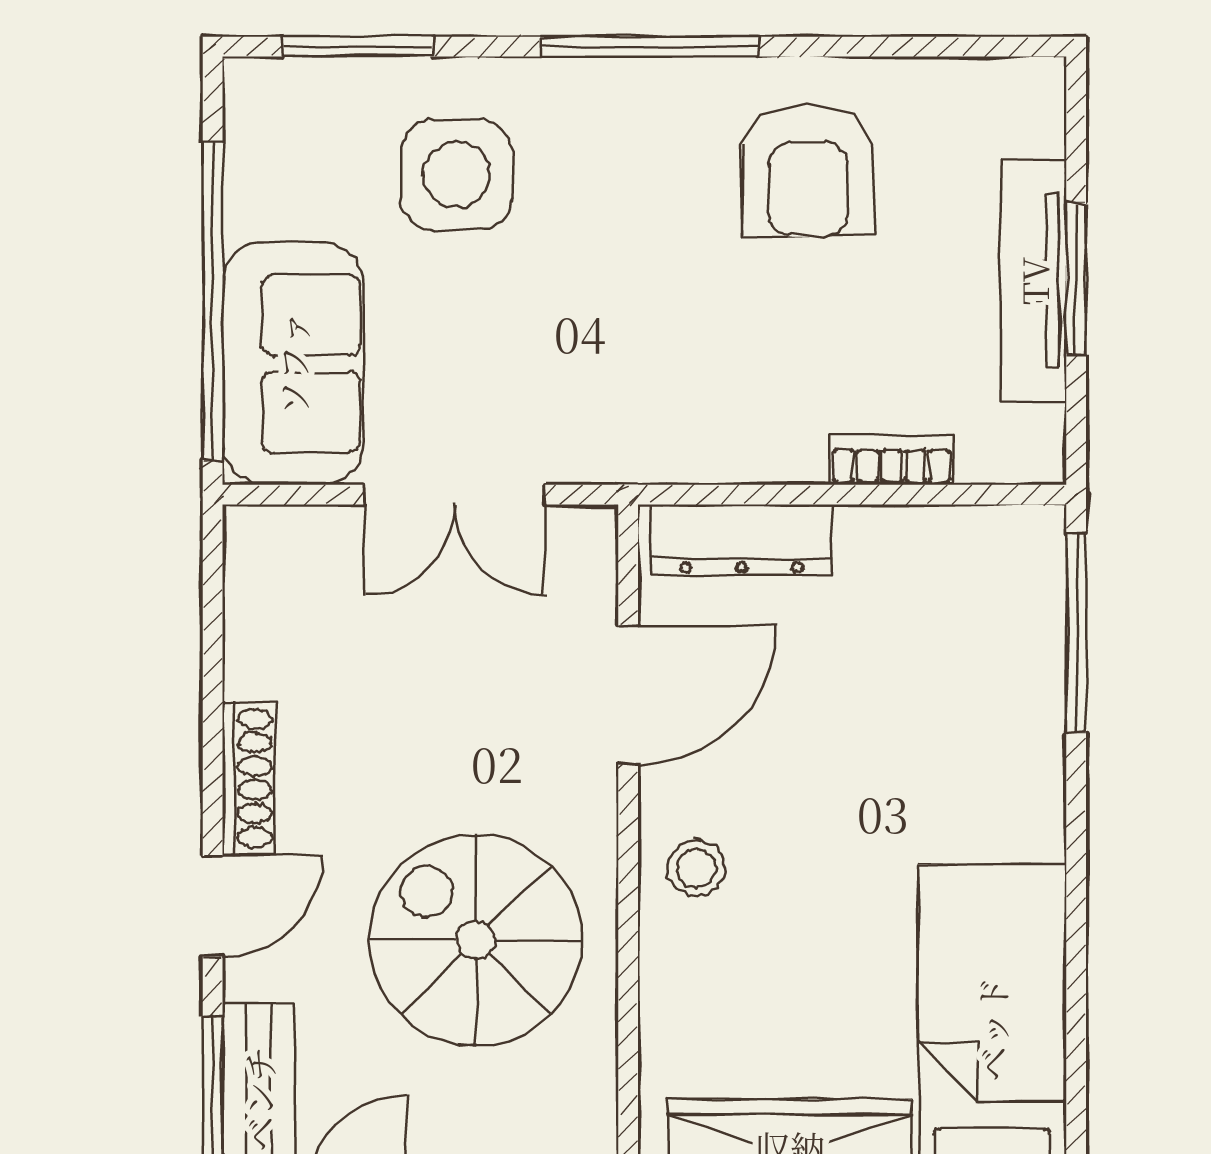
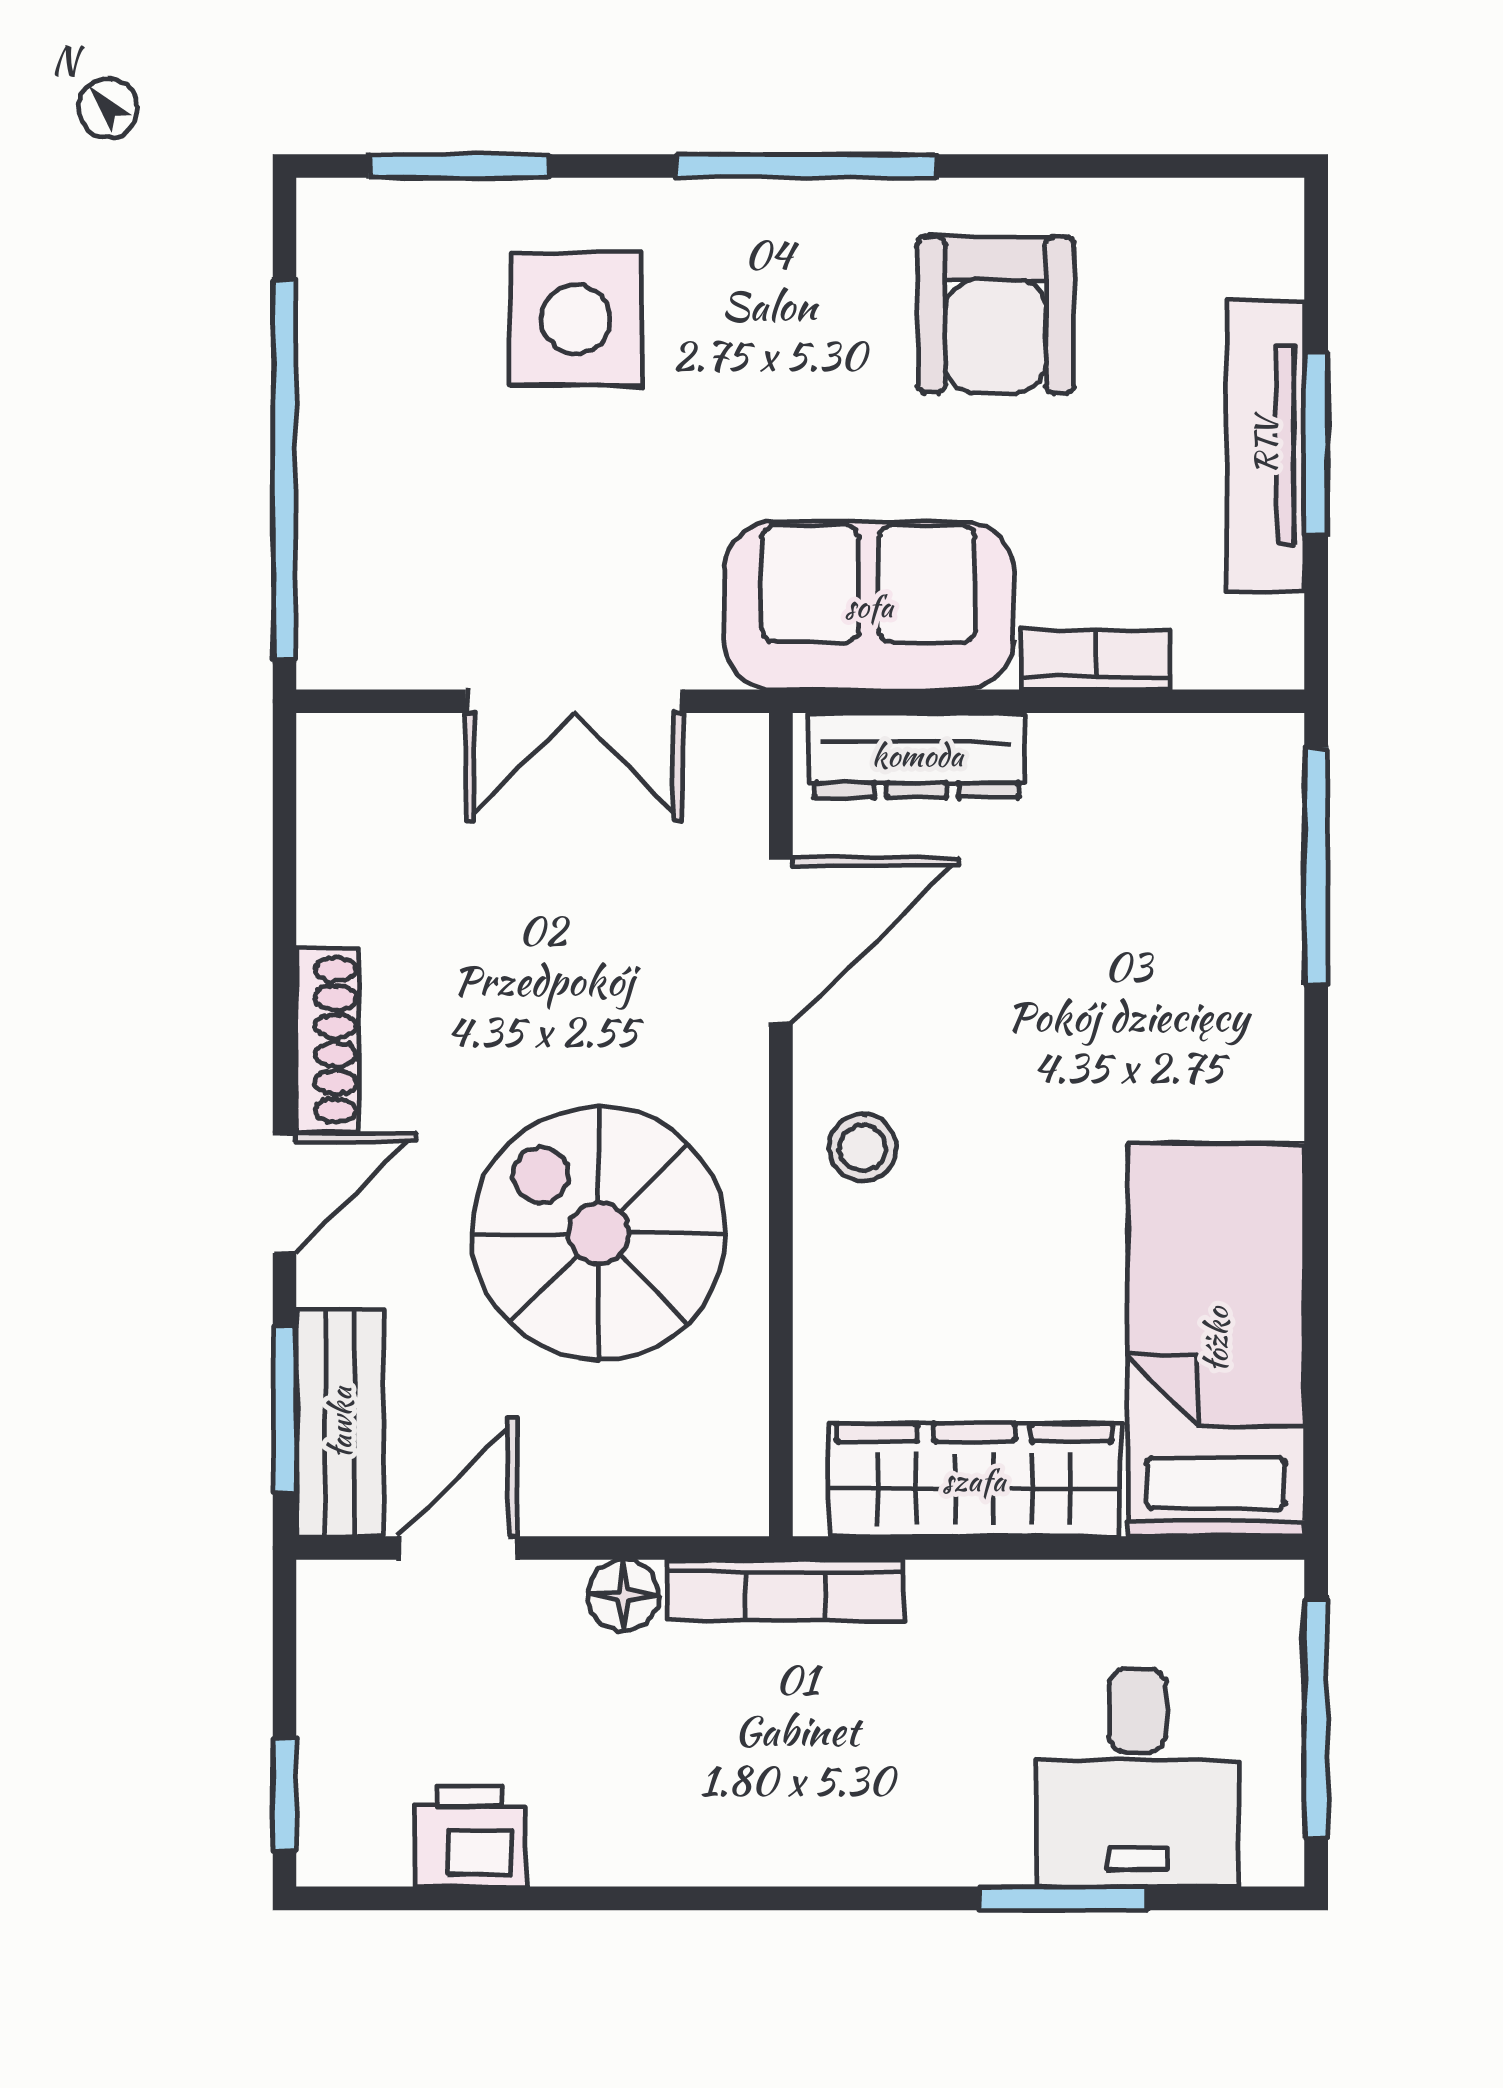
sofa: (293, 363) -> (869, 606), moved, turned -90

